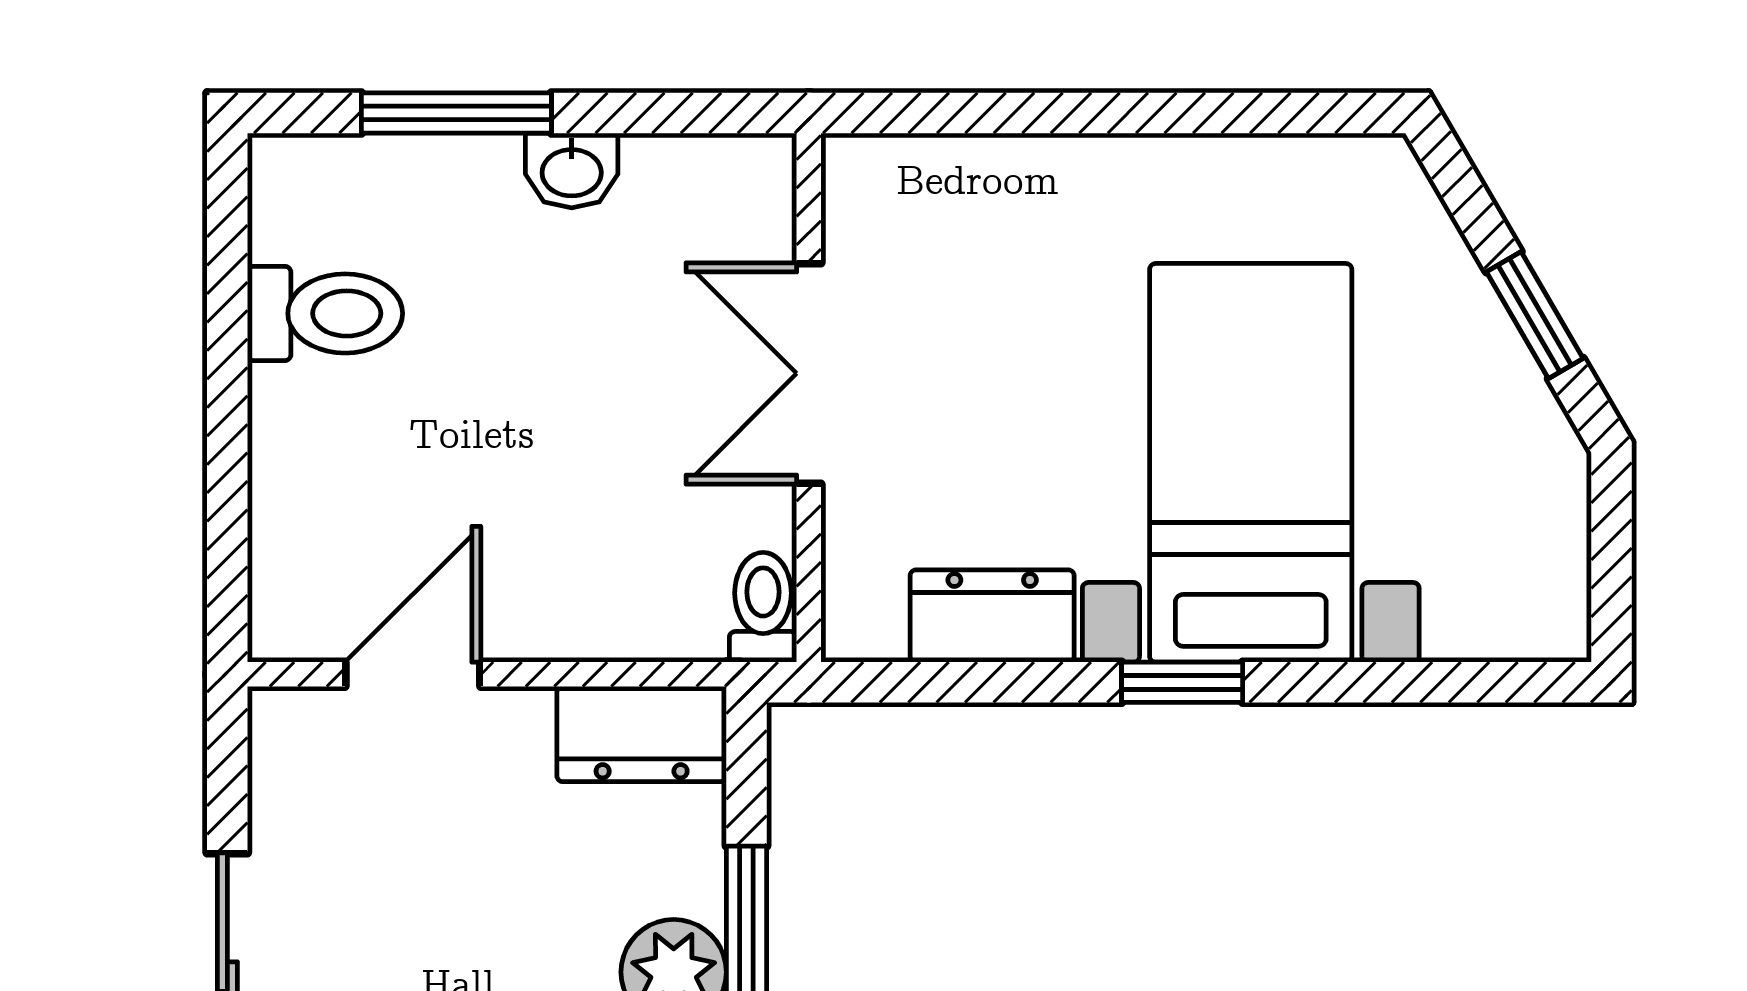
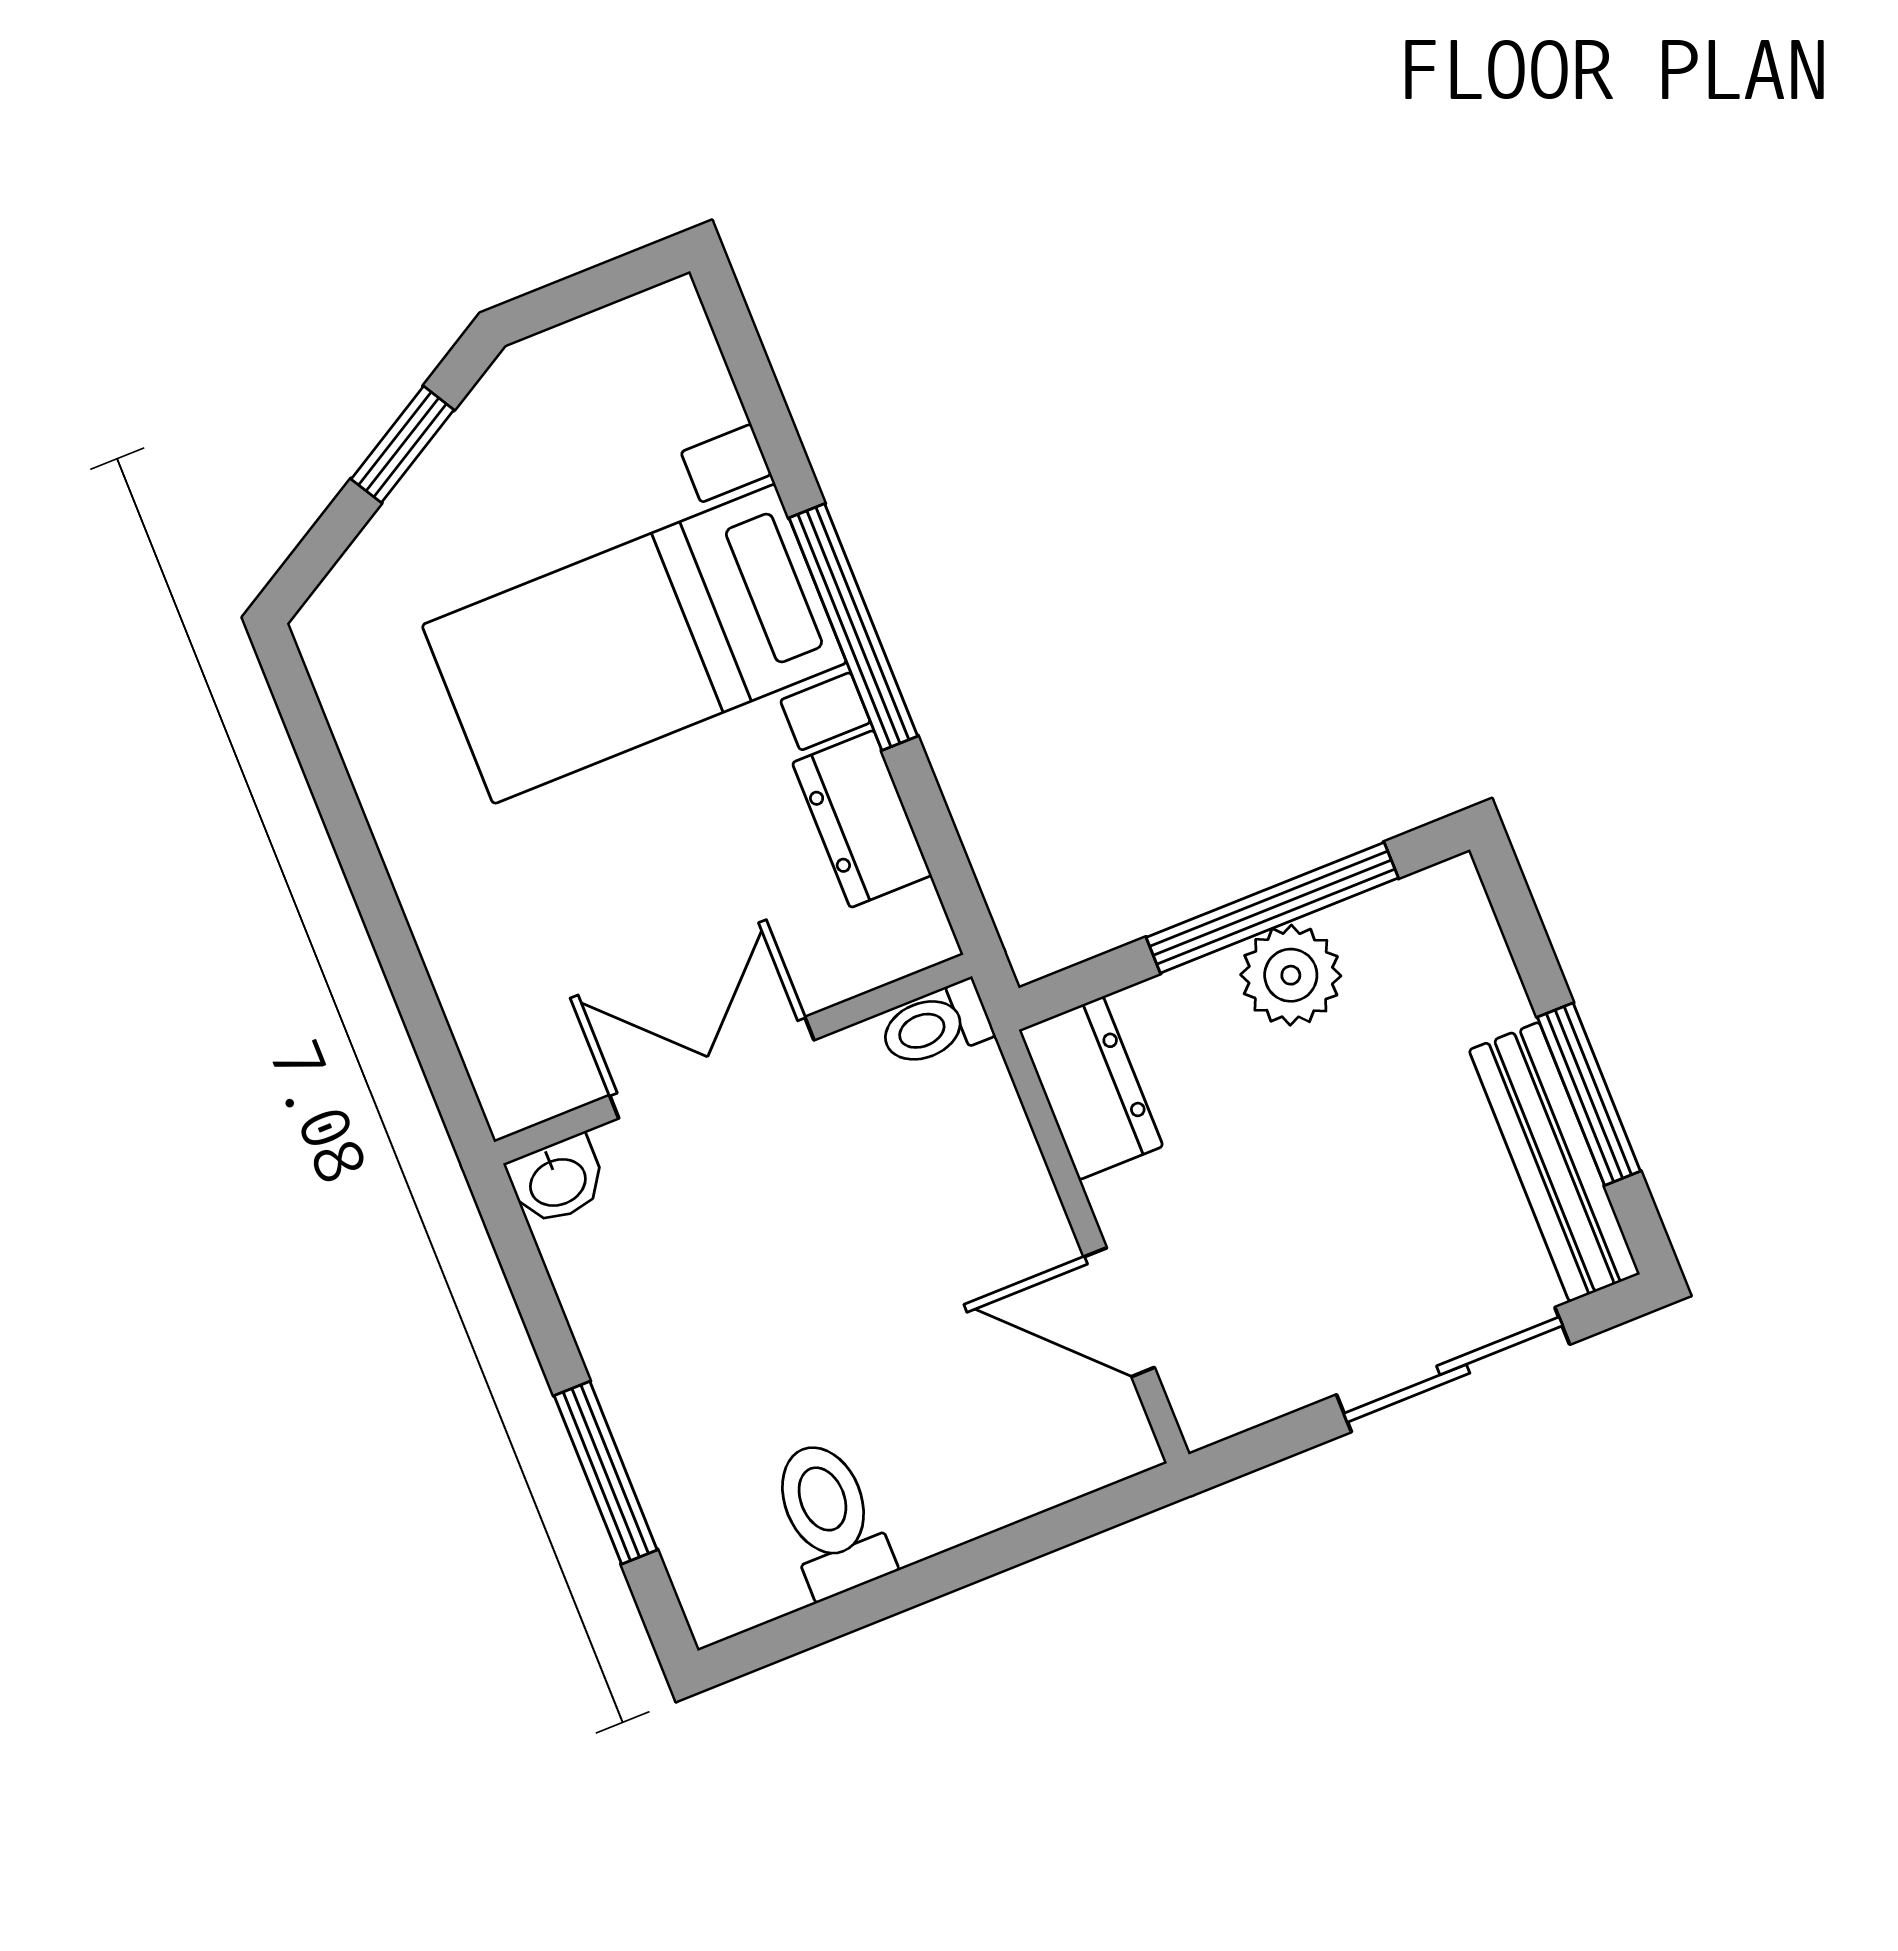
washbasin: (572, 170) -> (557, 1180), moved, turned 90
double door: (809, 373) -> (712, 1068), swing flipped
window: (1182, 682) -> (853, 627), width x2.17

